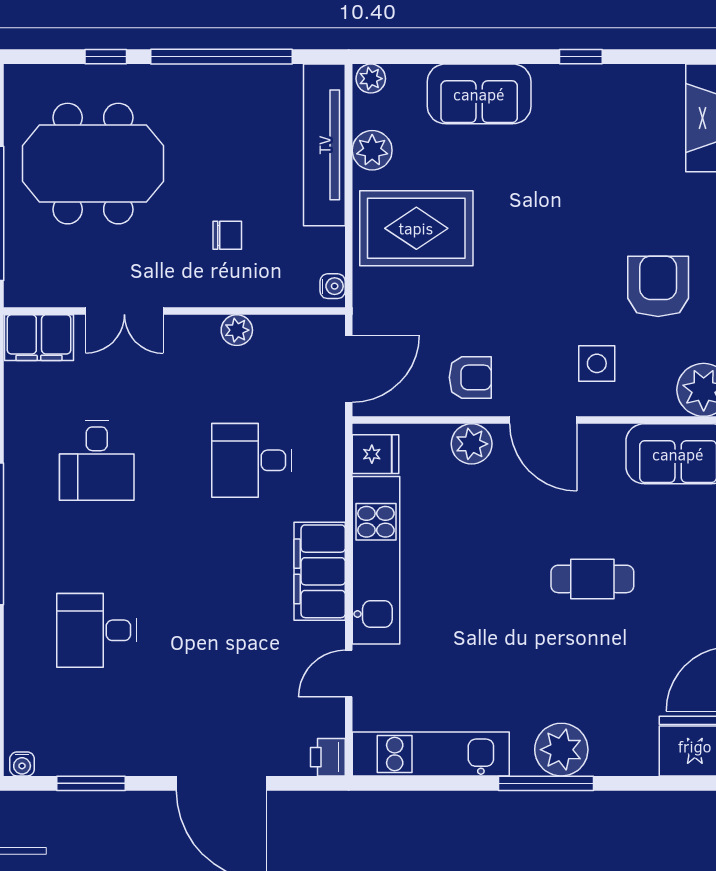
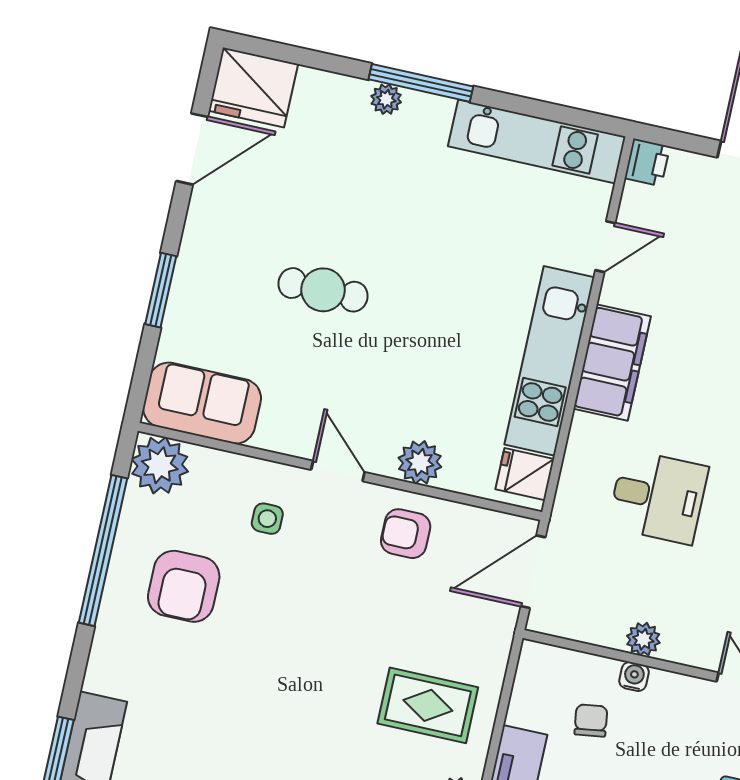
rug: (416, 228) -> (428, 705), width x0.73, depth x0.70
chair: (227, 235) -> (591, 720), moved, turned 82
water cooler: (333, 286) -> (634, 677), moved, turned 90
side table: (597, 363) -> (267, 519), width x0.73, depth x0.73
door: (543, 420) -> (338, 471), width x0.73
plant: (561, 750) -> (386, 99), width x0.53, depth x0.53

